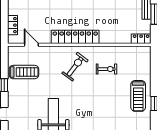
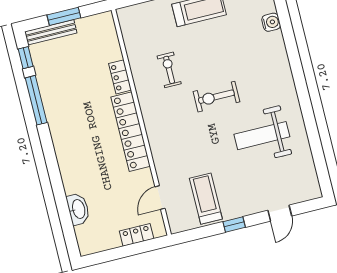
locker: (141, 39) -> (120, 77), moved
exercise bike: (75, 67) -> (216, 97), moved, turned -37

